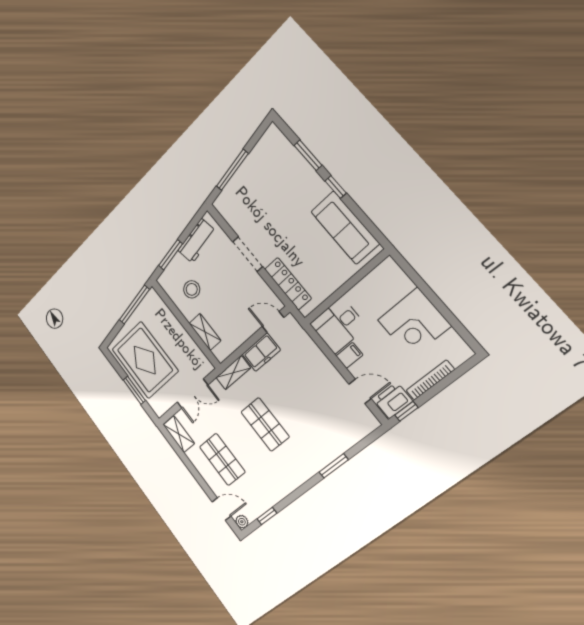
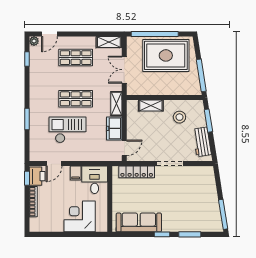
window: (232, 170) -> (223, 214), moved
corner desk: (414, 323) -> (80, 216), moved
window: (134, 390) -> (155, 34), width x2.11
checkout: (307, 406) -> (68, 130), added

